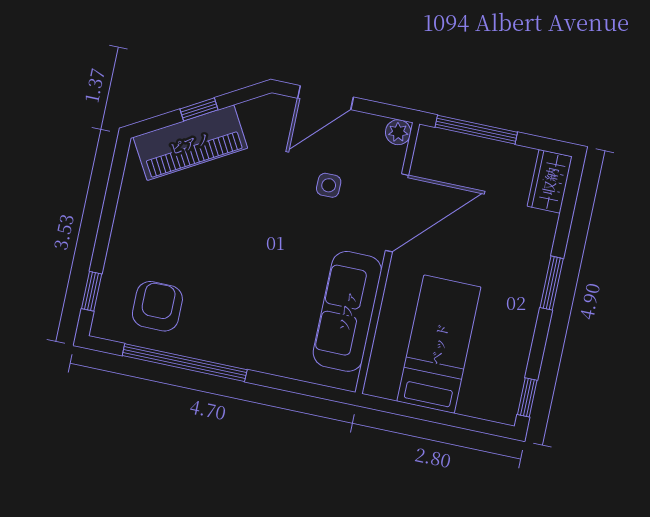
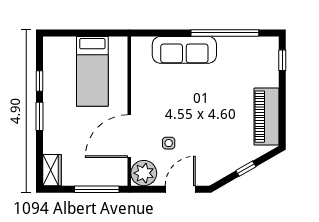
plant: (398, 132) -> (144, 173), width x1.87, depth x1.87
piano: (190, 143) -> (266, 117), moved, turned -60
armchair: (157, 306) -> (246, 60), removed
sofa: (347, 311) -> (184, 50), moved, turned 90
window: (527, 397) -> (40, 81), moved

